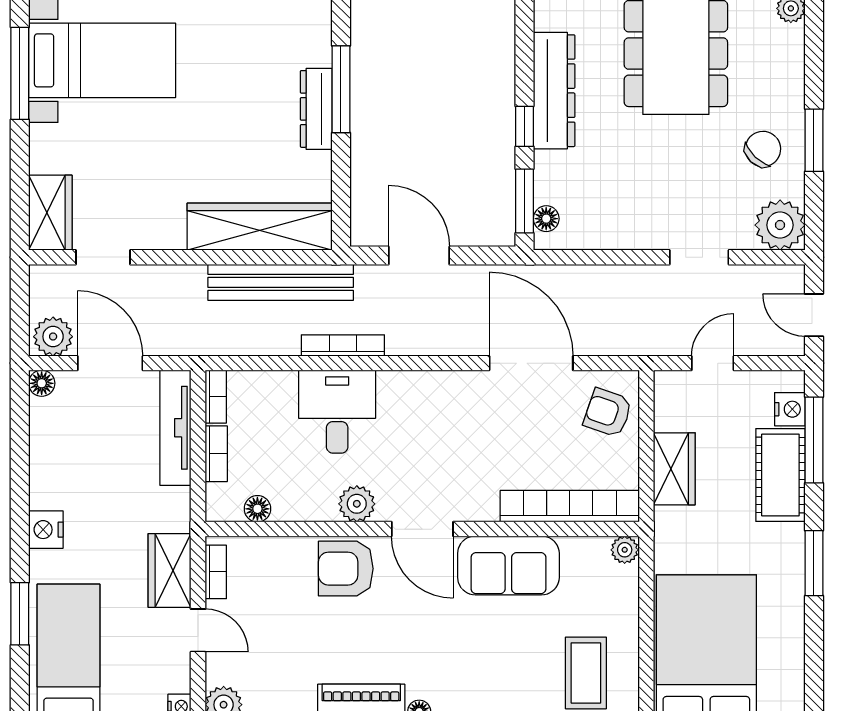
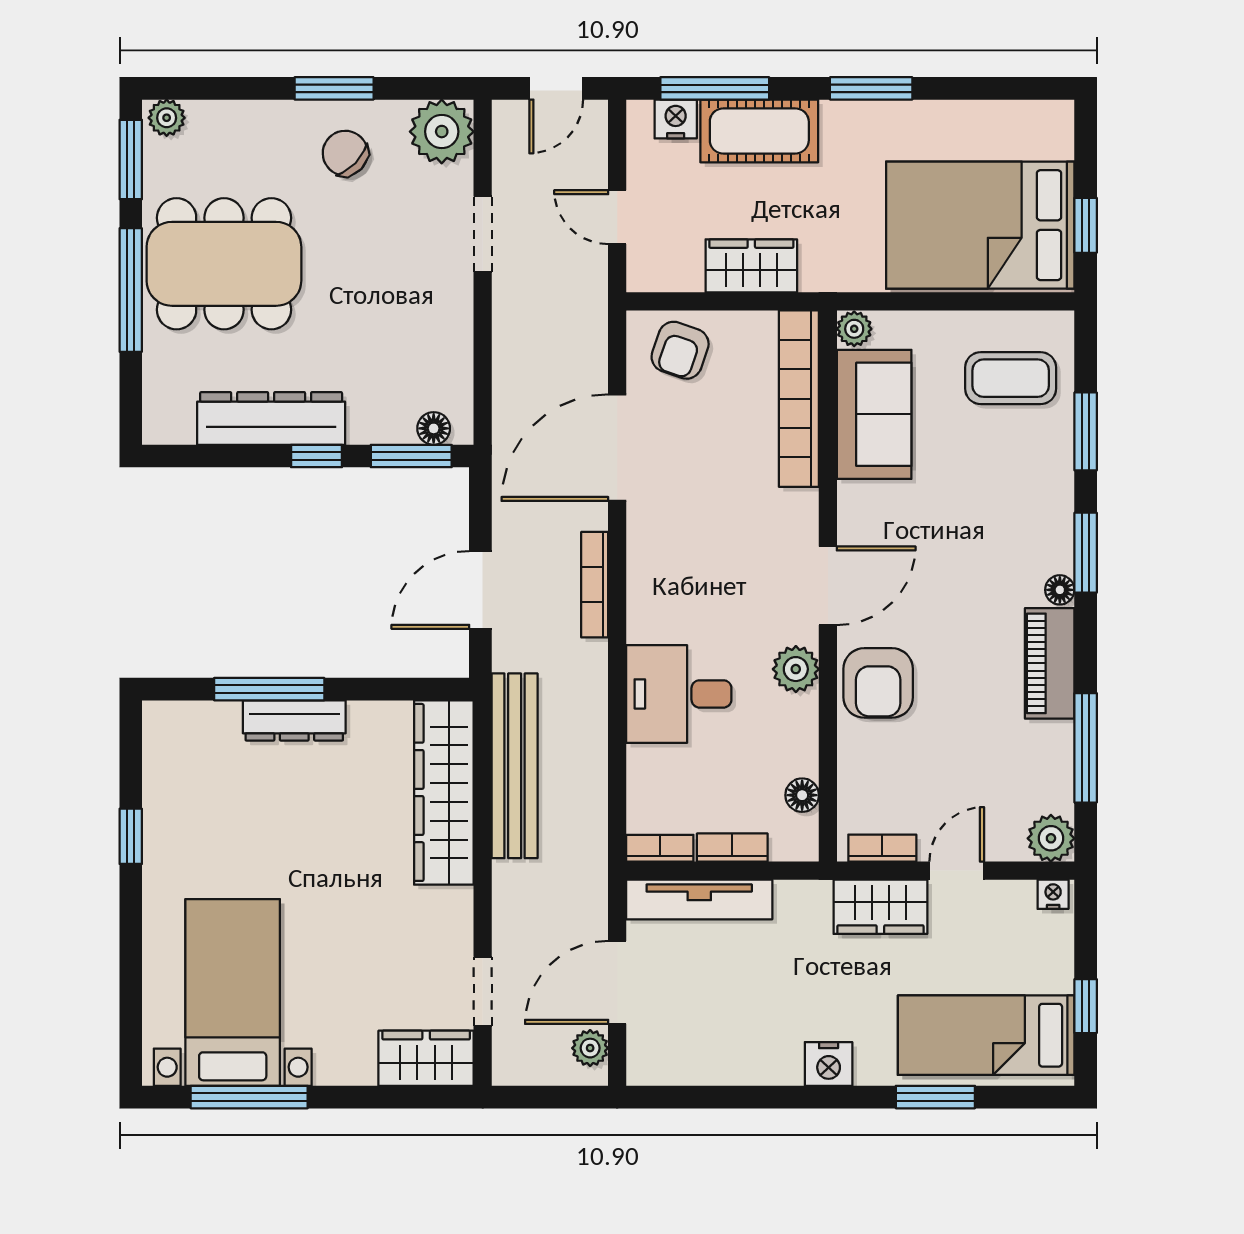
plant: (53, 337) -> (590, 1048), width x0.73, depth x0.73
bookcase: (343, 345) -> (595, 585), moved
floor lamp: (42, 383) -> (643, 1069), removed
sofa: (508, 565) -> (874, 414), moved

